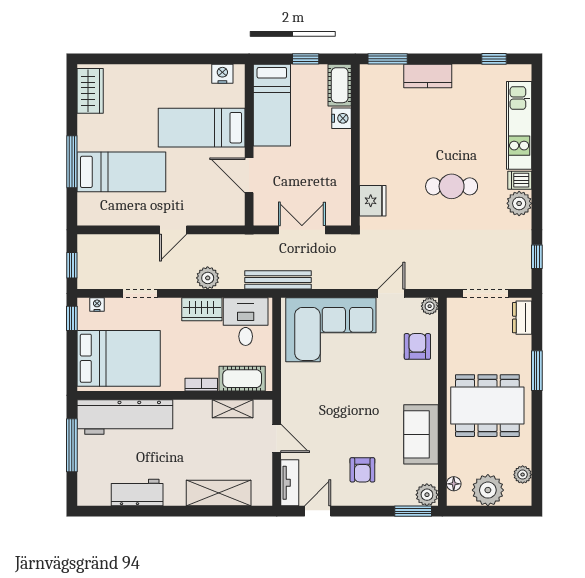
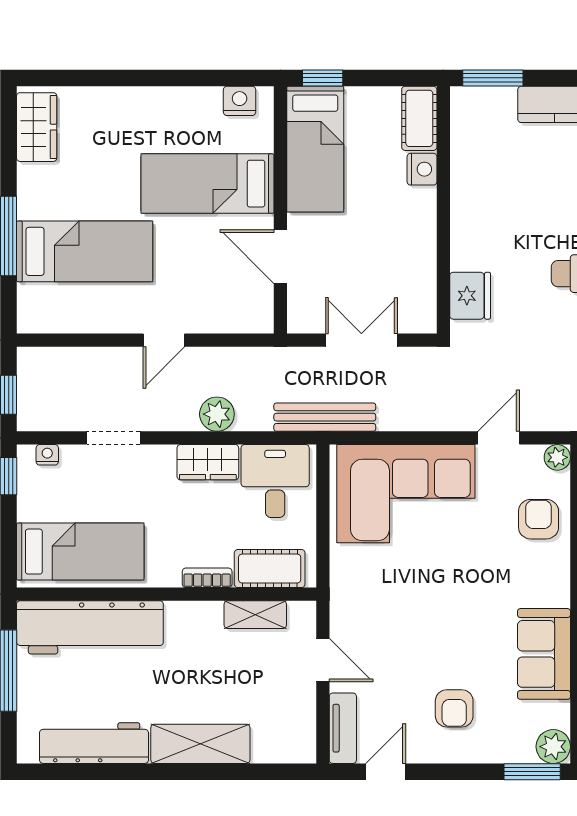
window: (306, 59) -> (323, 78), moved
bed: (119, 358) -> (80, 552), width x0.67
workbench: (137, 492) -> (94, 743), width x1.38
shelving: (219, 493) -> (200, 744), moved

